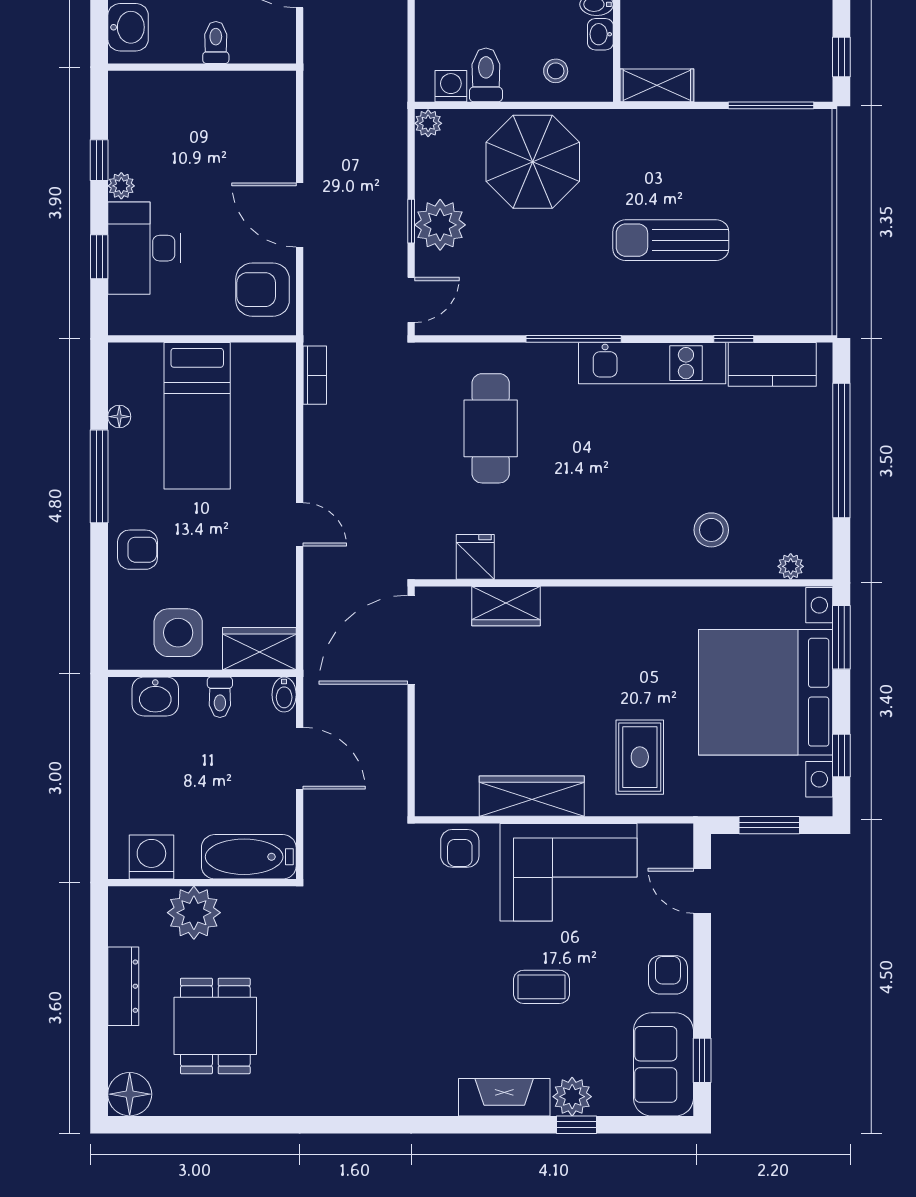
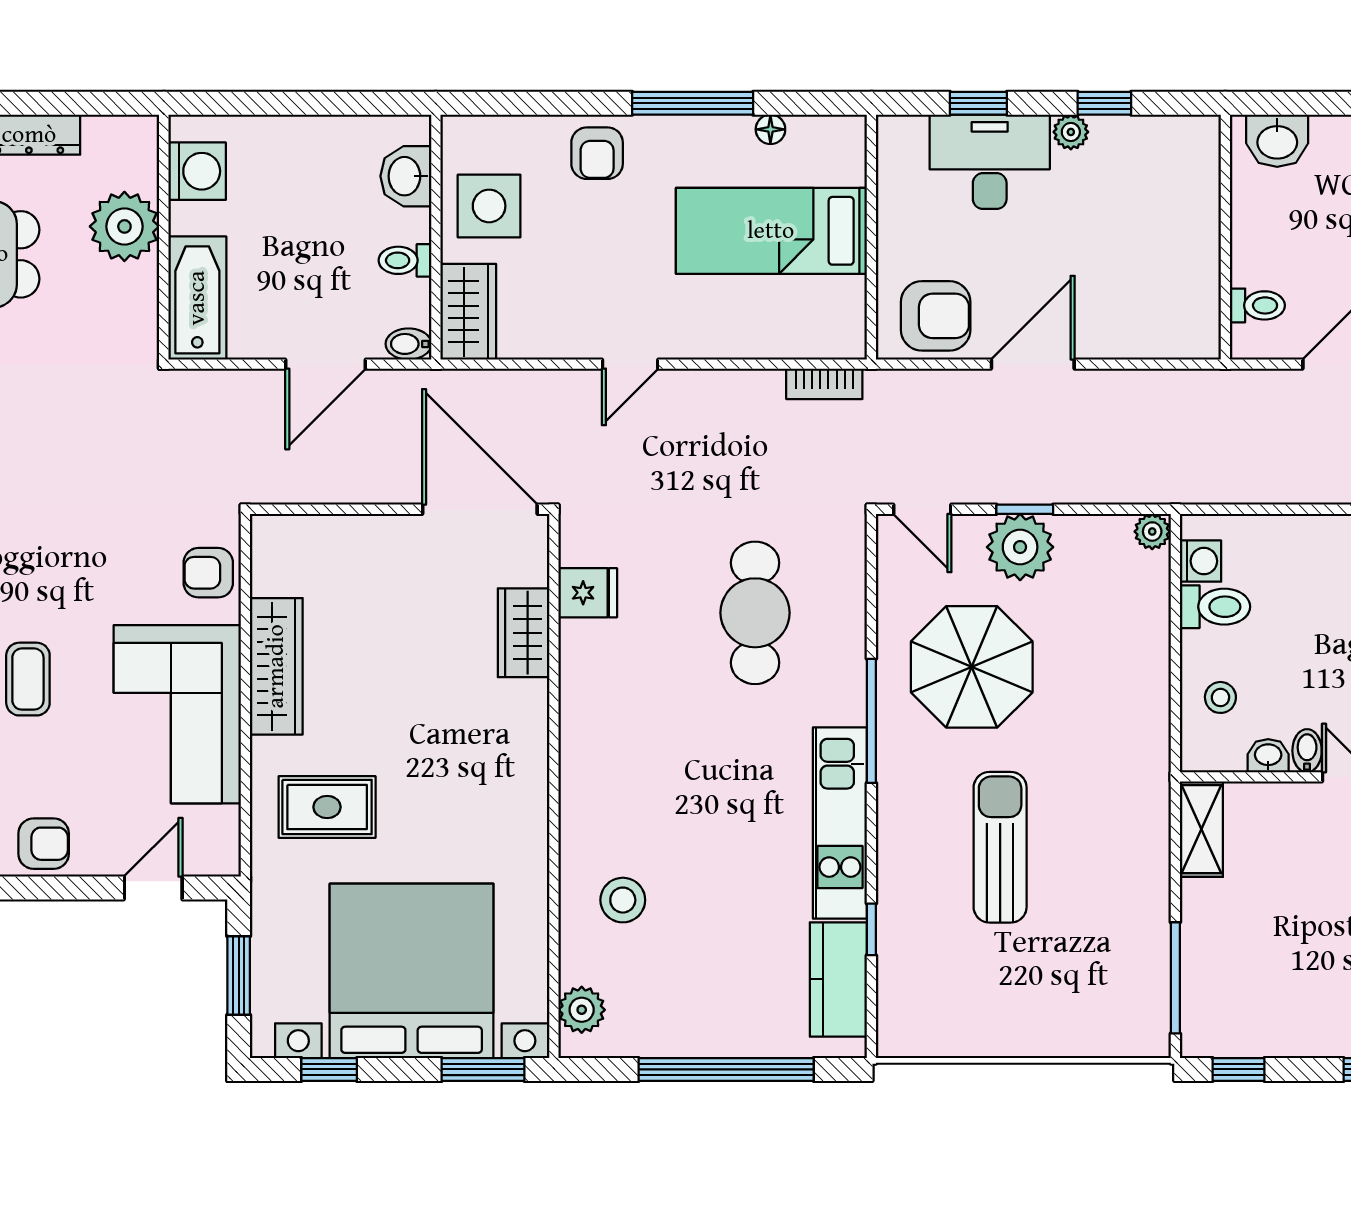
toilet: (216, 43) -> (1257, 305), moved
parasol: (533, 162) -> (972, 667), moved
armchair: (263, 290) -> (936, 316), turned 90
cafe table: (491, 428) -> (755, 613), turned 90
plant: (791, 566) -> (582, 1010), width x1.38, depth x1.38

